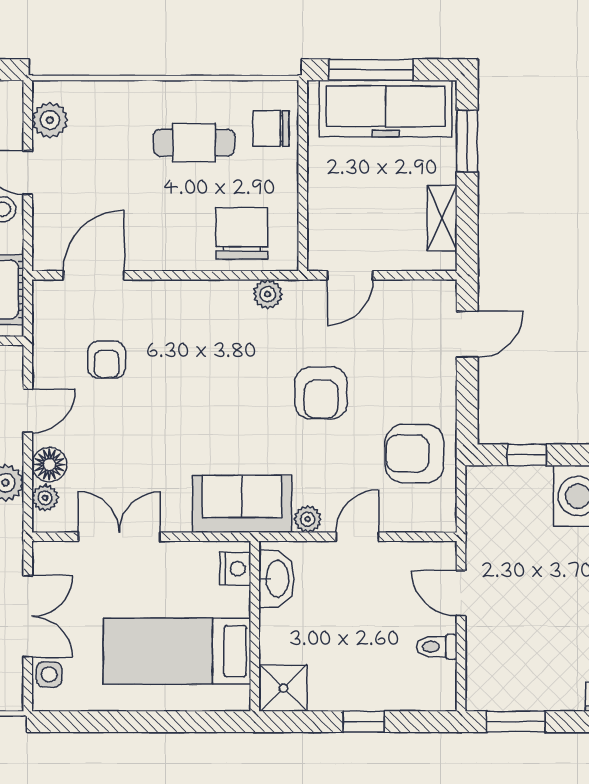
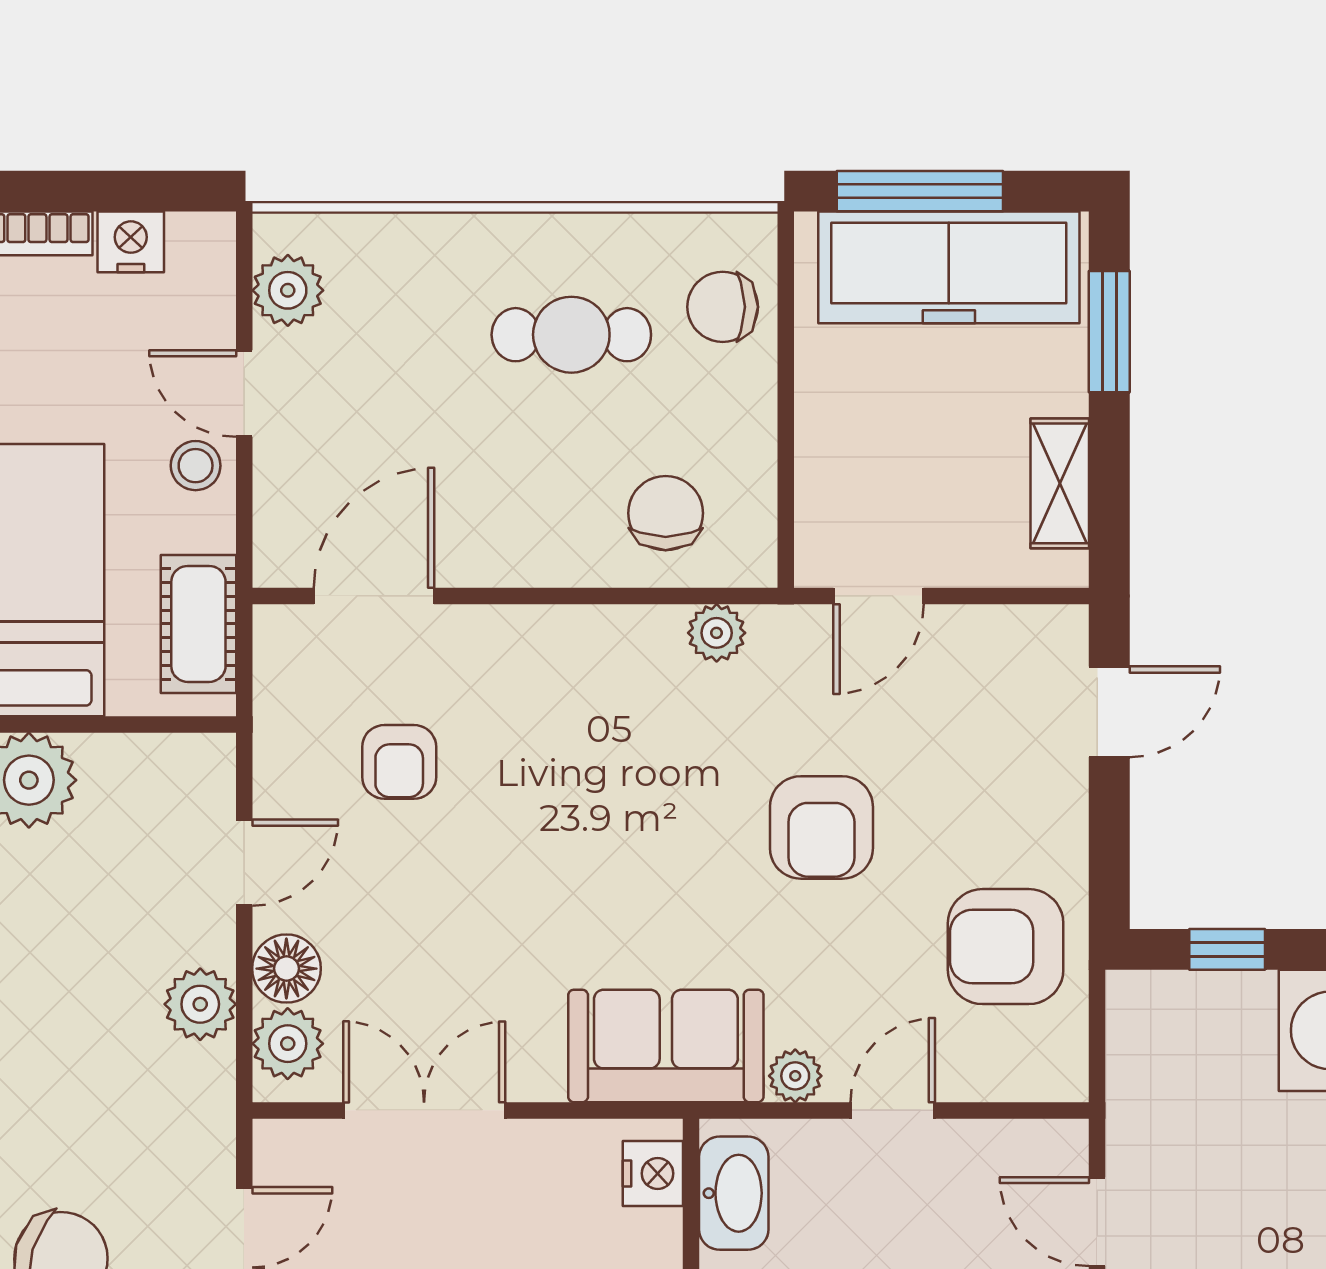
chair: (242, 233) -> (666, 513), width x0.73, depth x0.73
plant: (45, 498) -> (288, 1044), width x1.38, depth x1.38

